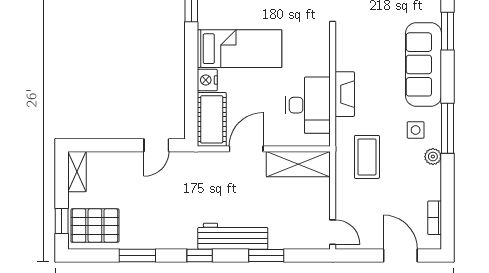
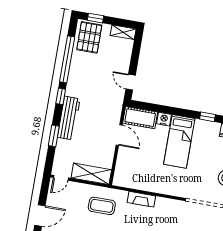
desk: (308, 105) -> (139, 176), removed
shelving: (298, 164) -> (91, 174), moved, turned 90
window: (137, 255) -> (67, 59), width x2.11

